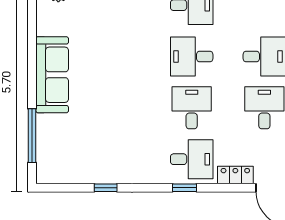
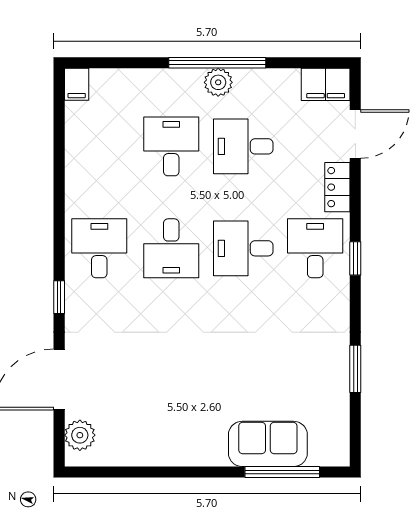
sofa: (52, 75) -> (268, 444), moved, width x0.73
window: (106, 188) -> (355, 369), width x1.50

